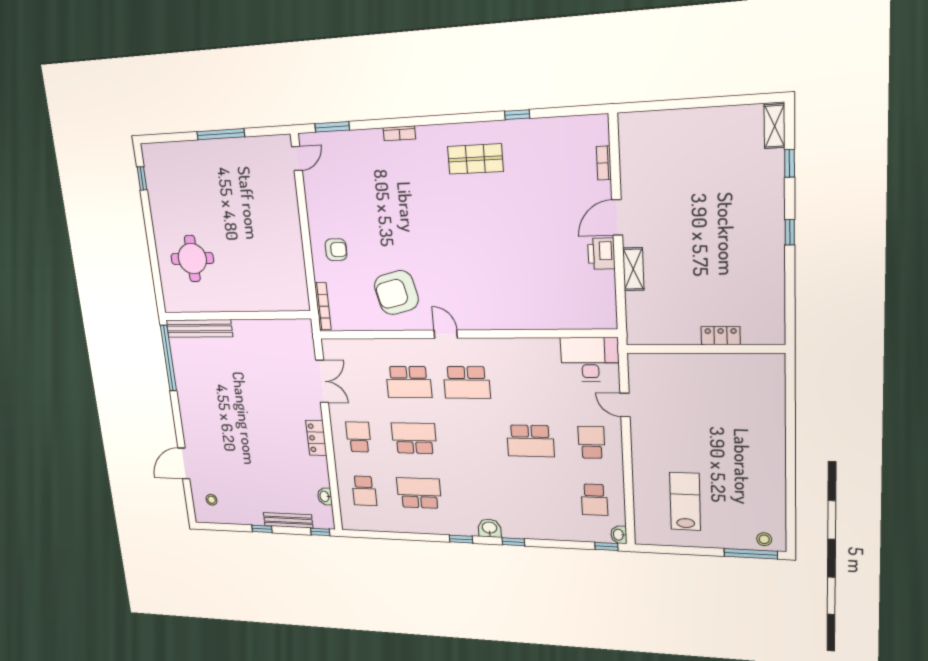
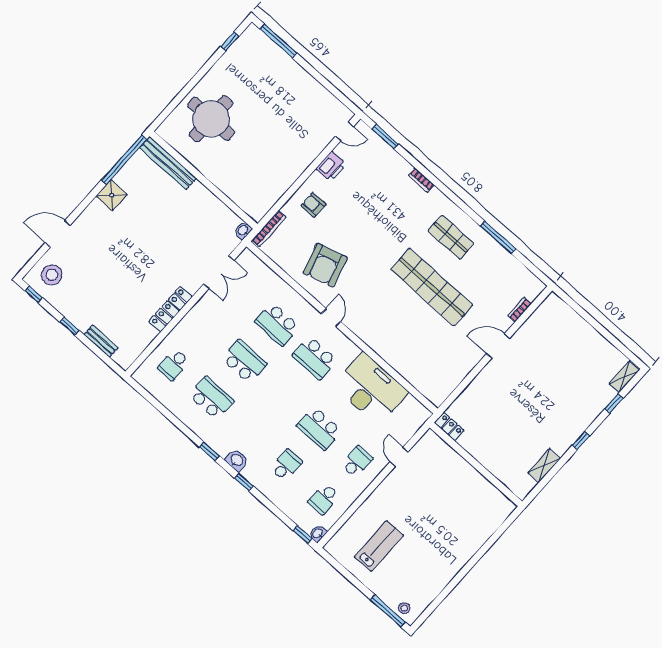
window: (517, 115) -> (498, 237), width x2.17
window: (221, 134) -> (278, 41), moved
shop shelf: (503, 222) -> (432, 287), added
armchair: (336, 250) -> (313, 205), turned 180
printer: (601, 254) -> (331, 166), moved, turned 180
round table: (192, 259) -> (211, 119), width x1.36, depth x1.36
shelving: (633, 269) -> (544, 466), moved
armchair: (396, 293) -> (325, 265), turned -92
locker: (721, 336) -> (449, 427), moved
desk: (590, 359) -> (371, 389), moved, width x1.36, depth x1.30
shower: (188, 395) -> (112, 195), added
school desk: (358, 437) -> (286, 465), moved
locker: (316, 438) -> (171, 309), width x1.53
washbasin: (325, 496) -> (243, 230), moved
stool: (212, 500) -> (52, 275), width x1.89, depth x1.89
bench: (288, 520) -> (101, 341), width x0.73
window: (320, 532) -> (34, 294), moved

